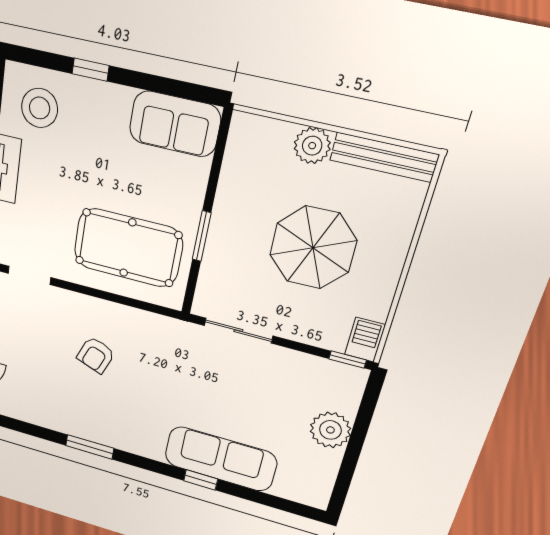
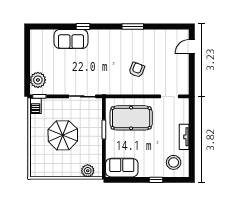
plant: (312, 146) -> (88, 171), moved
bench: (384, 157) -> (47, 172), removed
plant: (330, 430) -> (38, 80), moved
sofa: (220, 459) -> (71, 39), width x0.73

